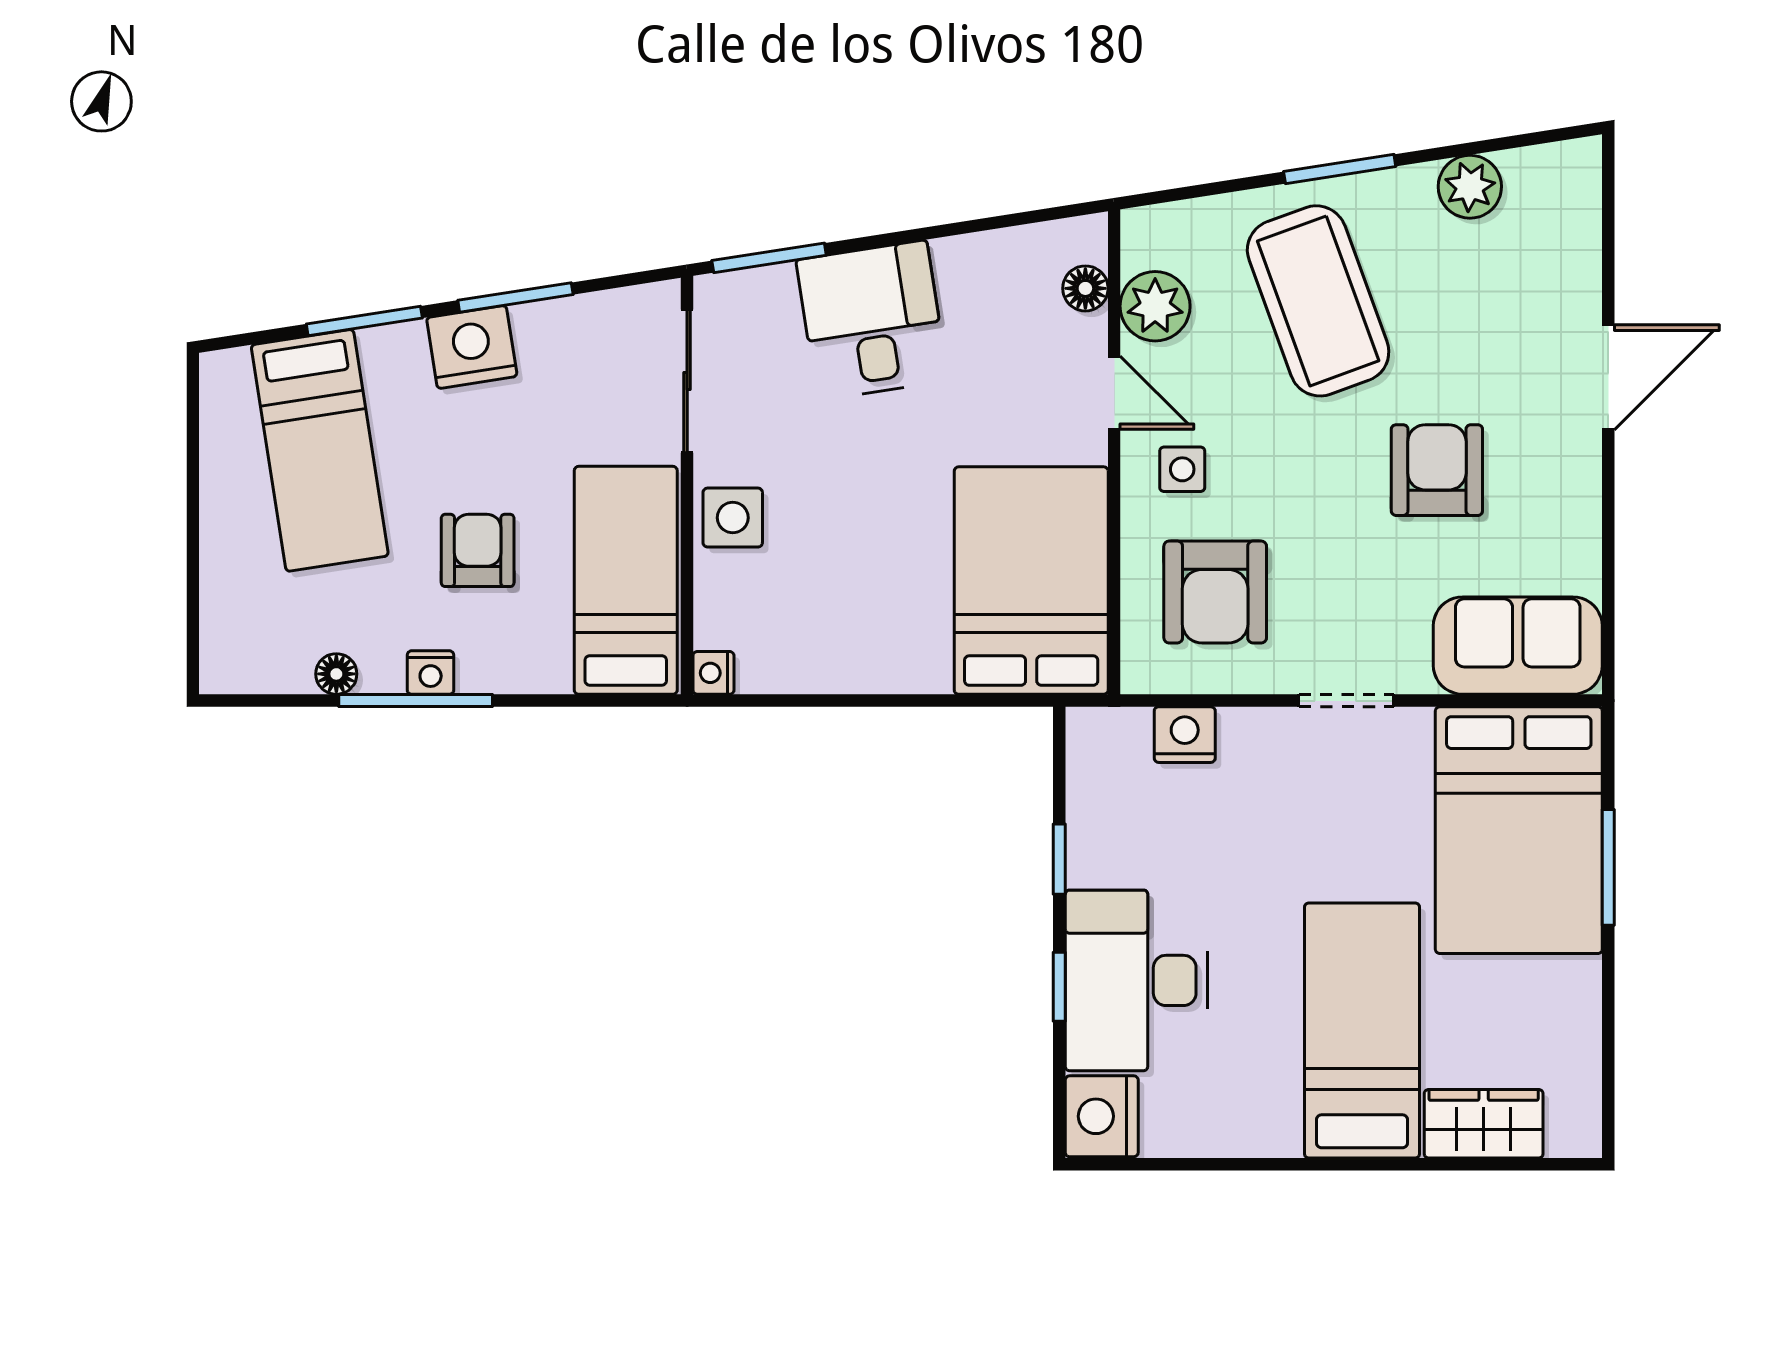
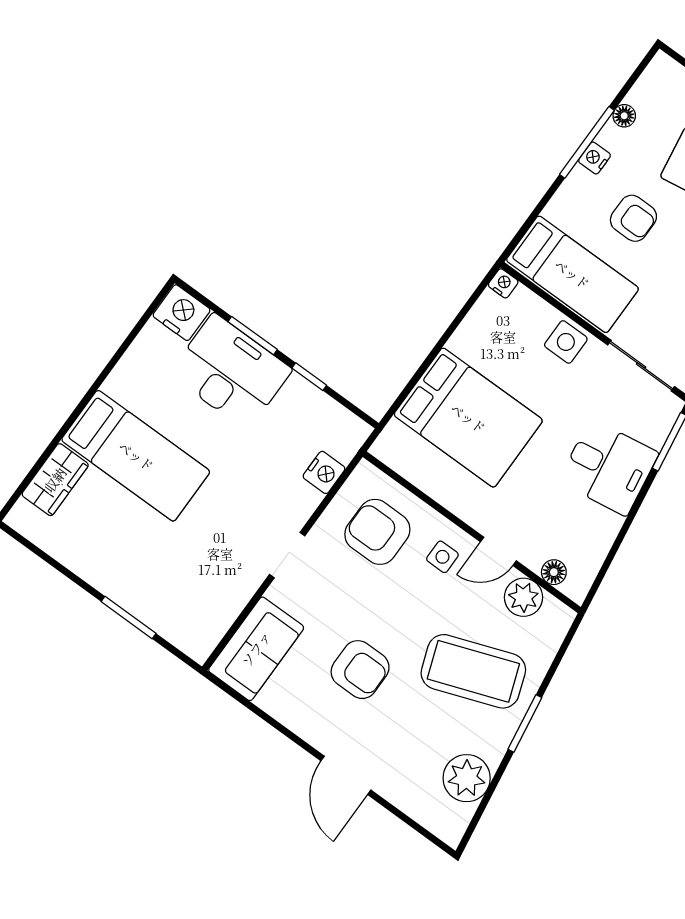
plant: (1470, 187) -> (467, 778), width x1.36, depth x1.36
bed: (1031, 581) -> (468, 418), moved
bed: (1519, 830) -> (174, 590), removed
window: (1059, 987) -> (253, 336), width x1.50

